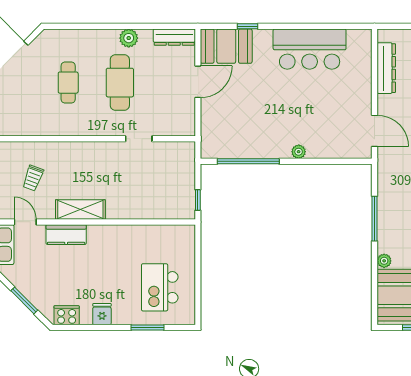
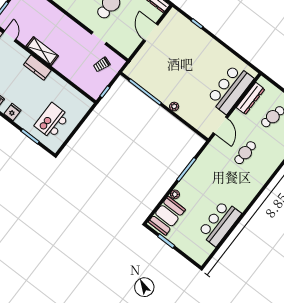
booth: (226, 46) -> (179, 25), removed
bar counter: (310, 49) -> (230, 89), moved, turned 90
door: (198, 82) -> (151, 32), swing flipped
trolley: (33, 178) -> (102, 65), moved
kitchen counter: (66, 235) -> (37, 68), moved

